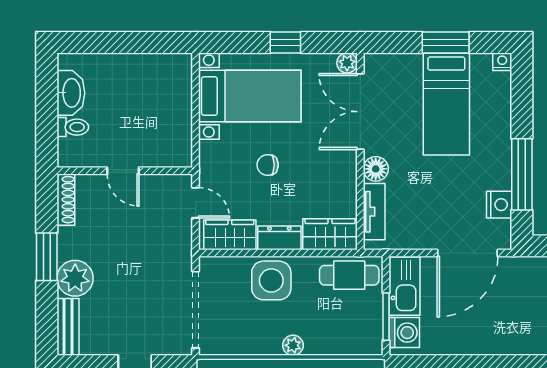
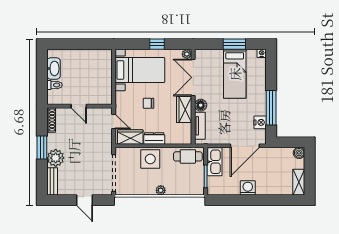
wardrobe: (330, 234) -> (184, 110), moved, turned -90
washing machine: (404, 333) -> (248, 188), moved, turned -90

